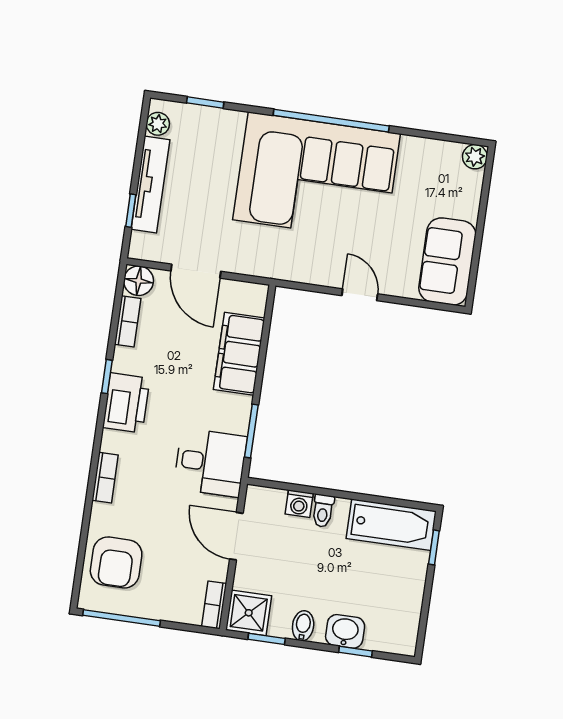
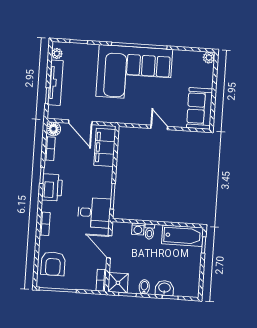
filing cabinet: (239, 354) -> (105, 147), moved

